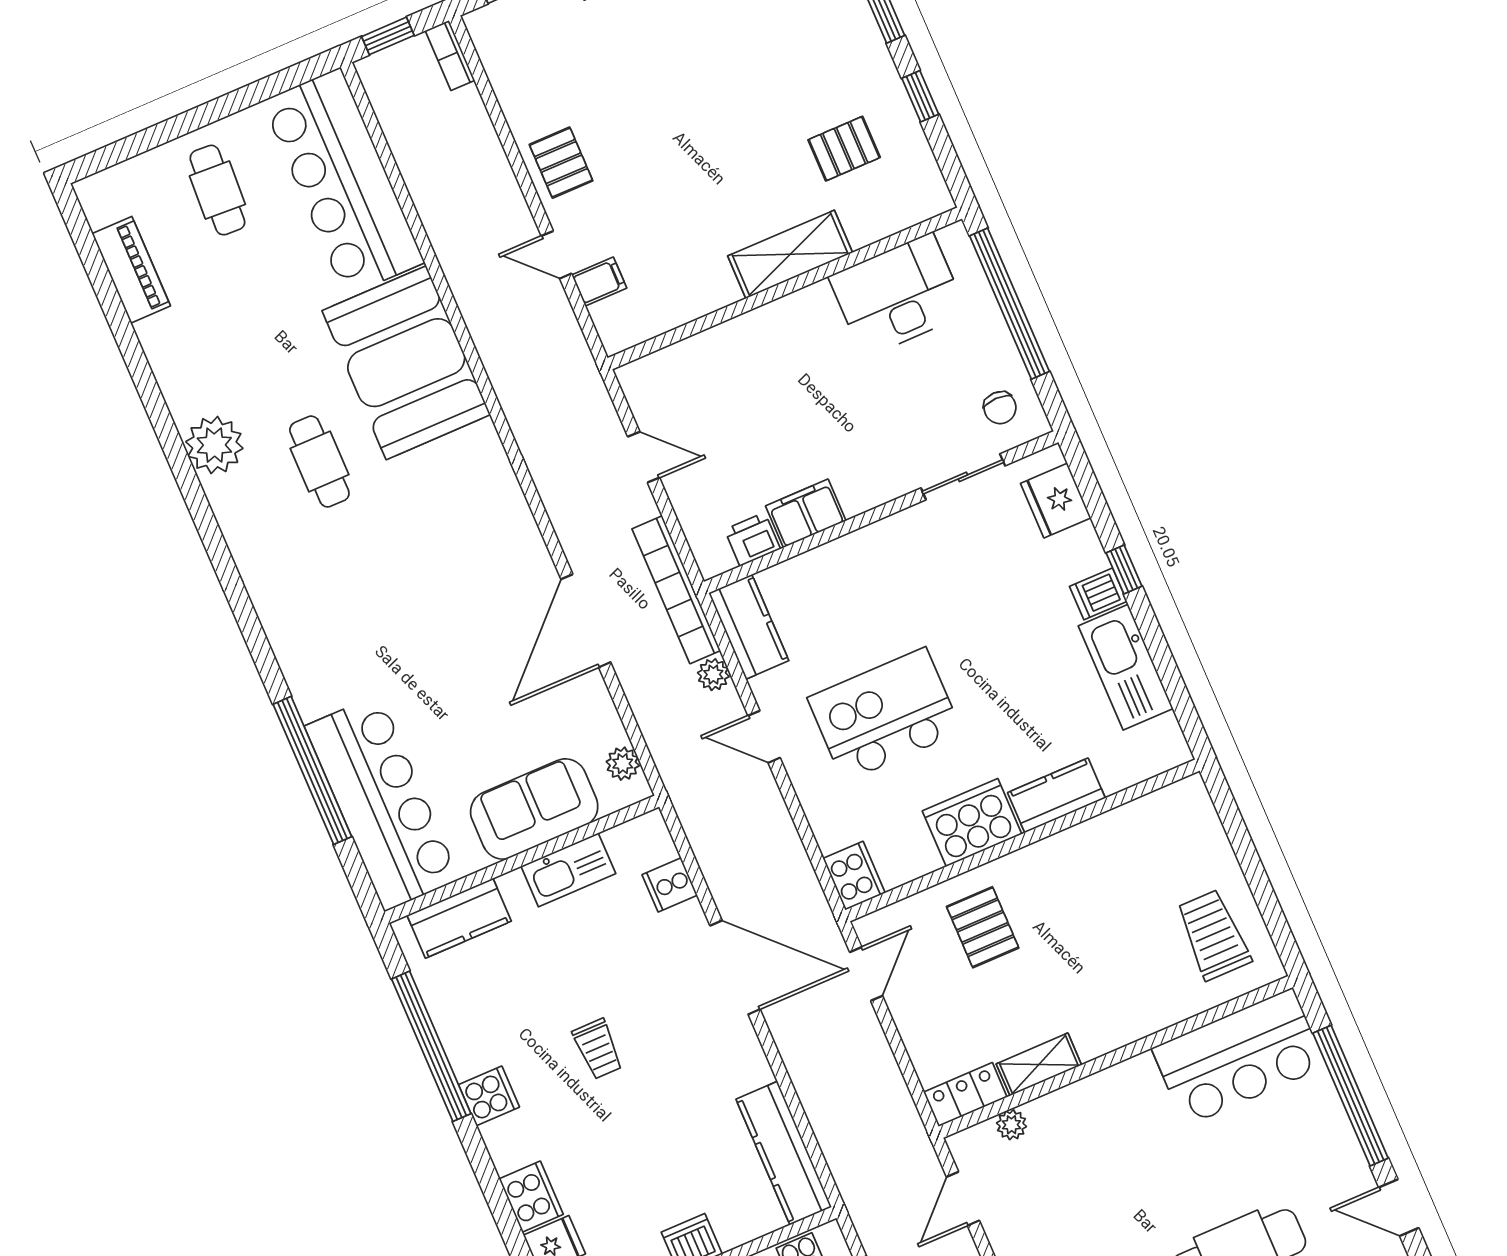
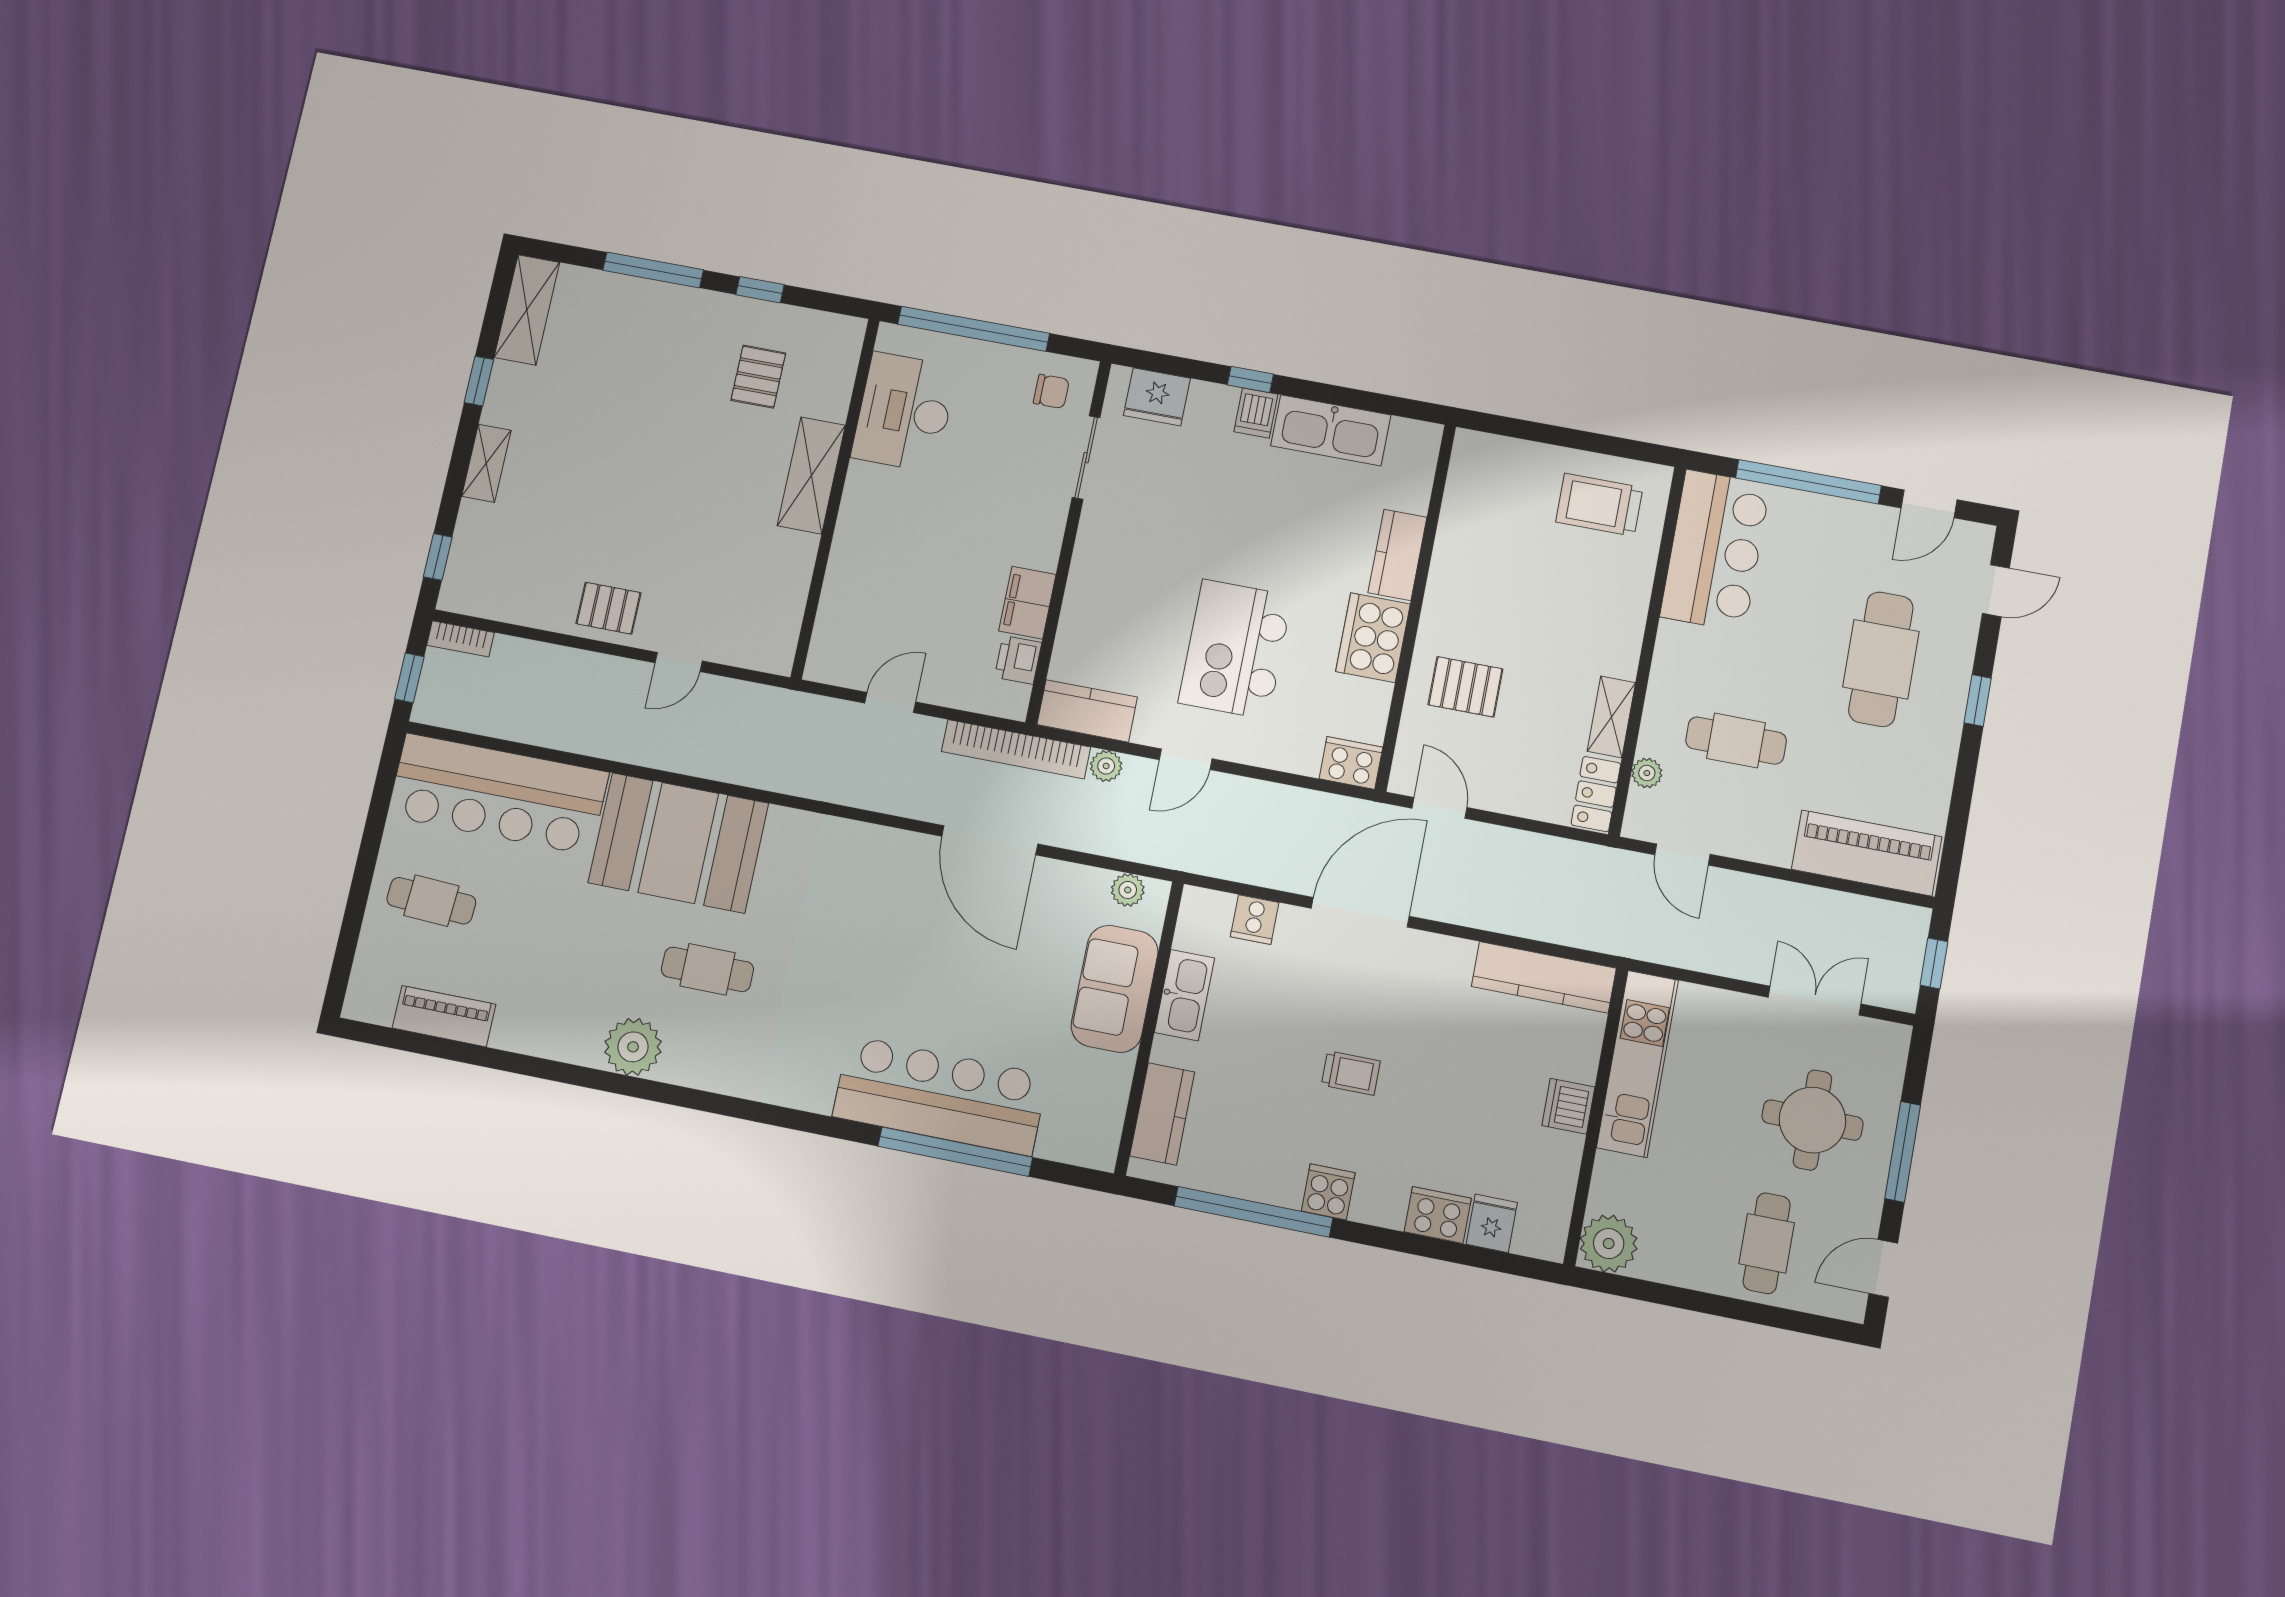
filing cabinet: (599, 282) -> (724, 642), removed
bar counter: (382, 803) -> (940, 1096), moved
cafe table: (1089, 1180) -> (1736, 741), added

